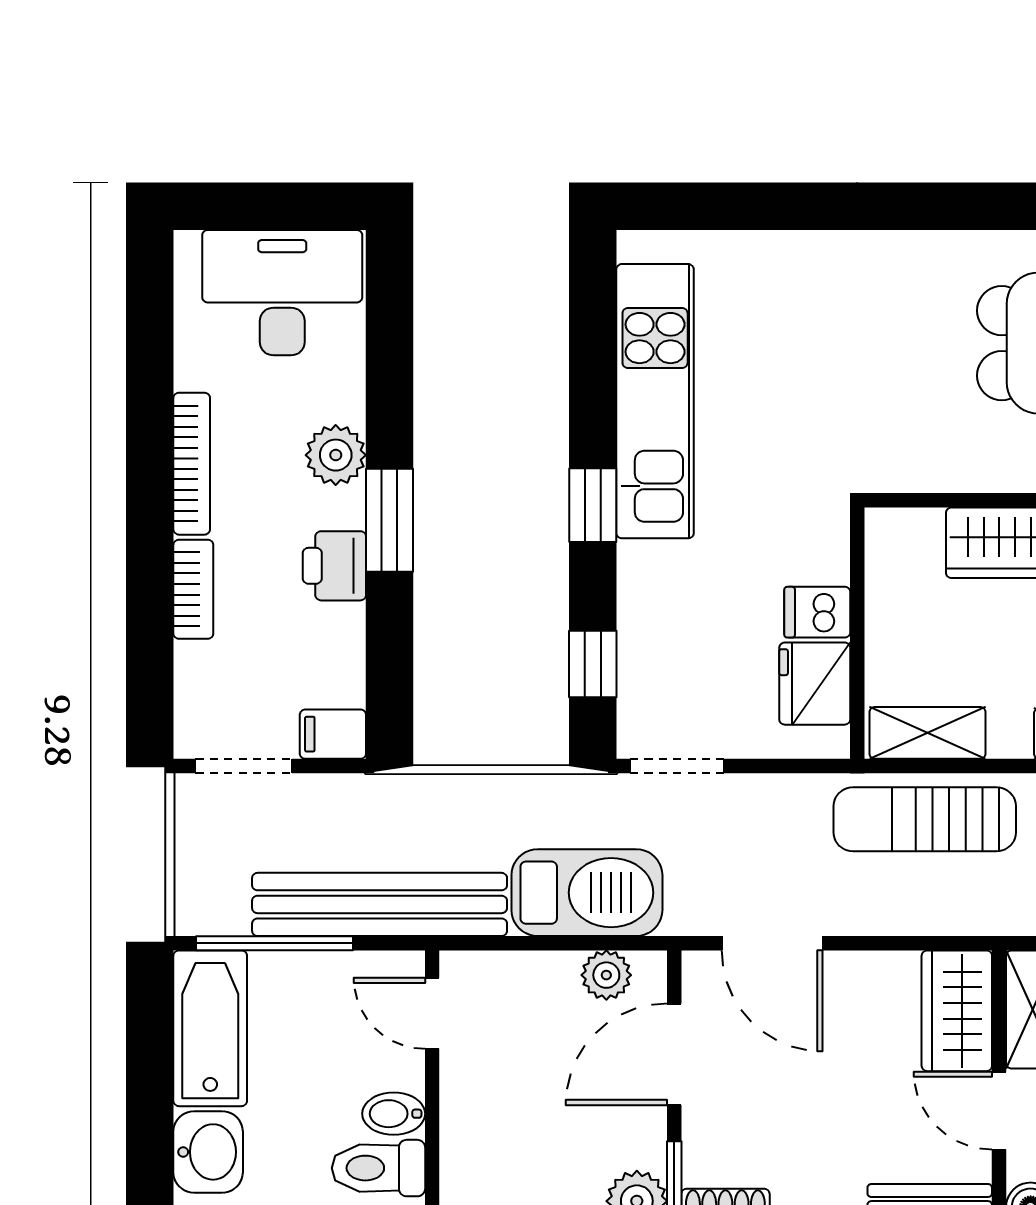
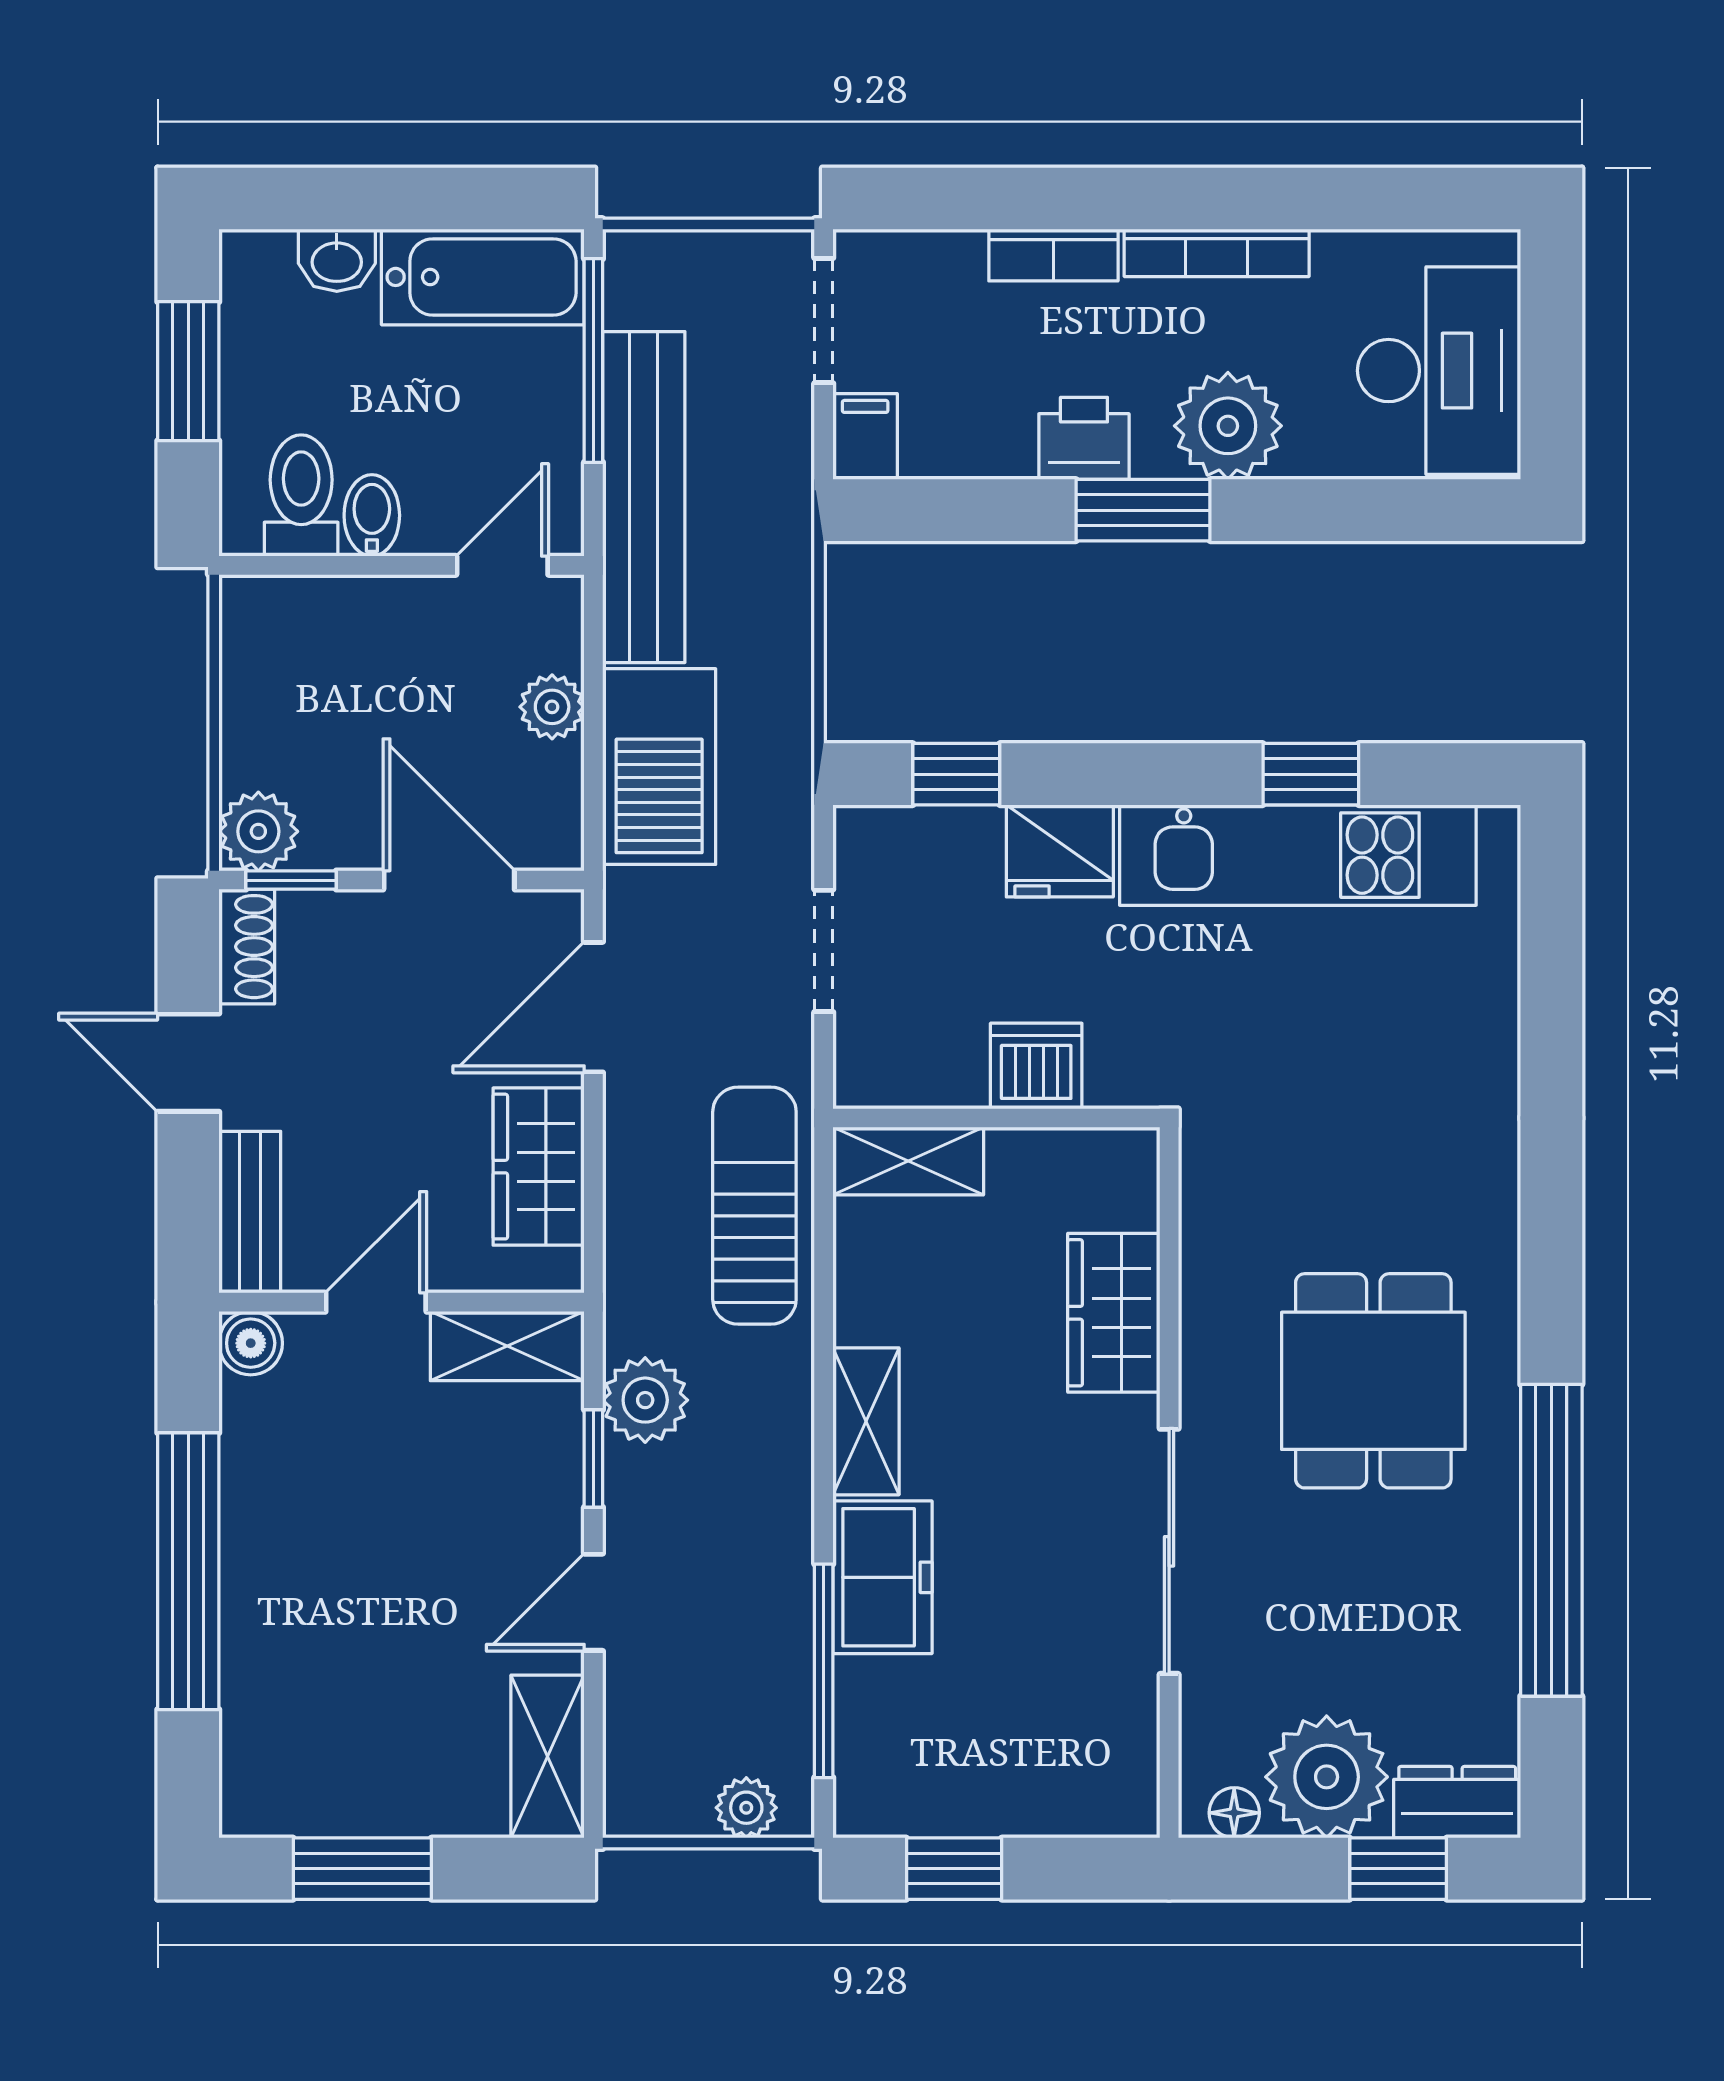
plant: (336, 455) -> (1228, 426), width x1.36, depth x1.36
window: (593, 505) -> (1311, 774), moved
dishwasher: (817, 612) -> (1036, 1066), width x1.38
fridge: (815, 684) -> (1060, 851), moved, turned 180
shelving: (927, 733) -> (908, 1161), moved, turned 90
doorway: (677, 766) -> (824, 951), moved
plant: (606, 975) -> (552, 707), moved
wardrobe: (957, 1011) -> (539, 1167), moved, turned -90
washbasin: (208, 1152) -> (337, 260), width x0.72, depth x0.69

